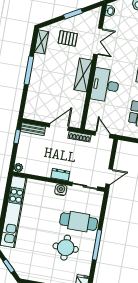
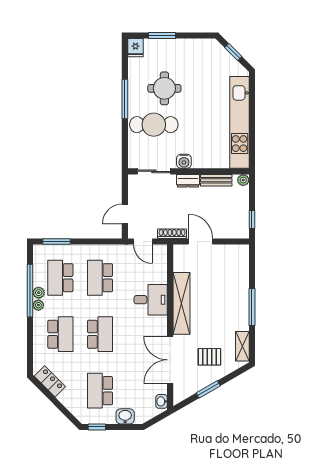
double door: (98, 41) -> (170, 360), width x1.37
shelving: (83, 75) -> (182, 303), width x1.47
desk: (105, 85) -> (151, 300), width x0.73
door: (59, 127) -> (201, 241), swing flipped
bench: (33, 129) -> (216, 180), moved
door: (109, 177) -> (125, 214), moved

